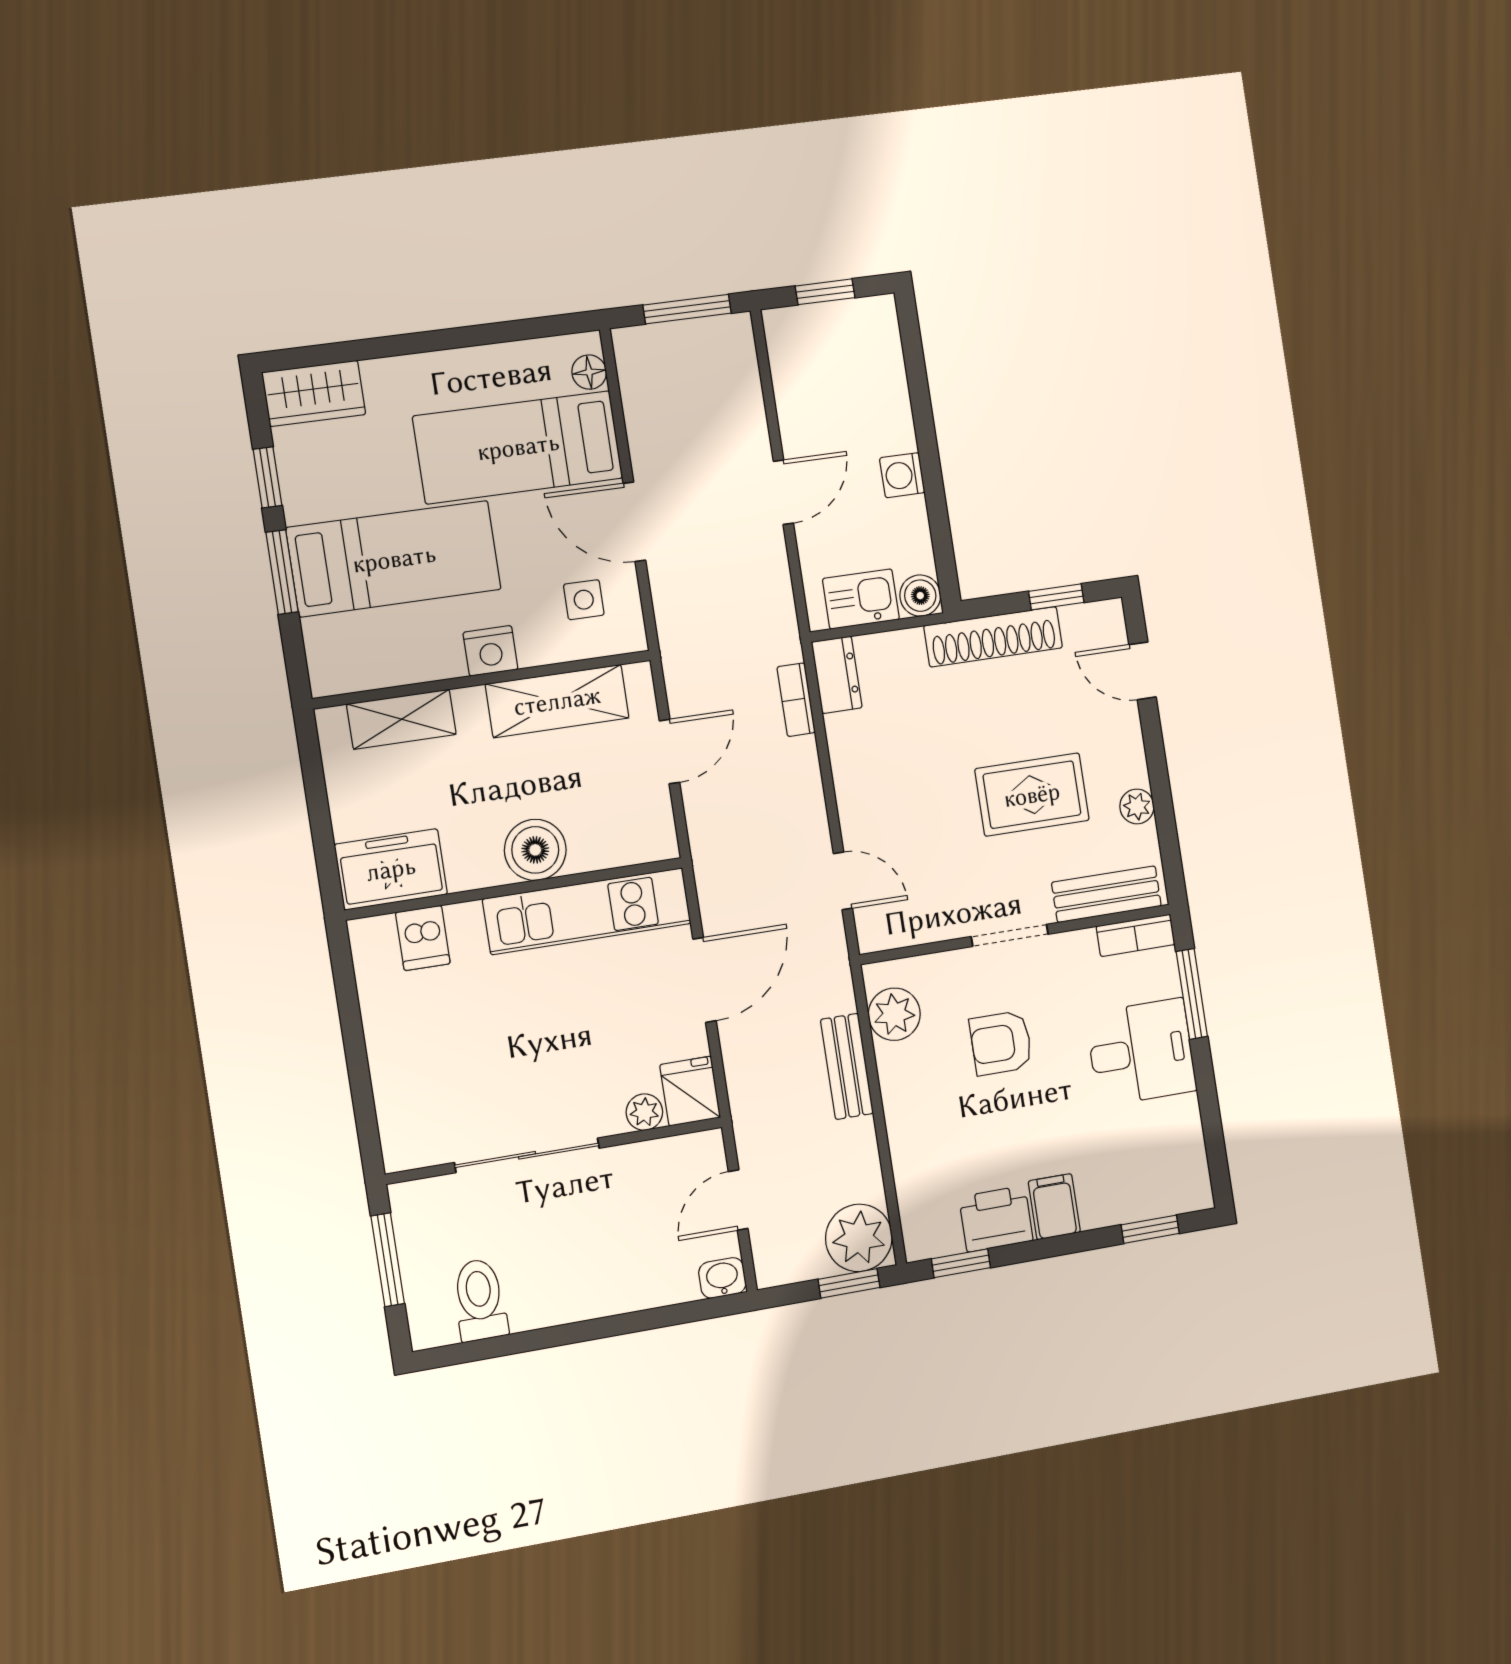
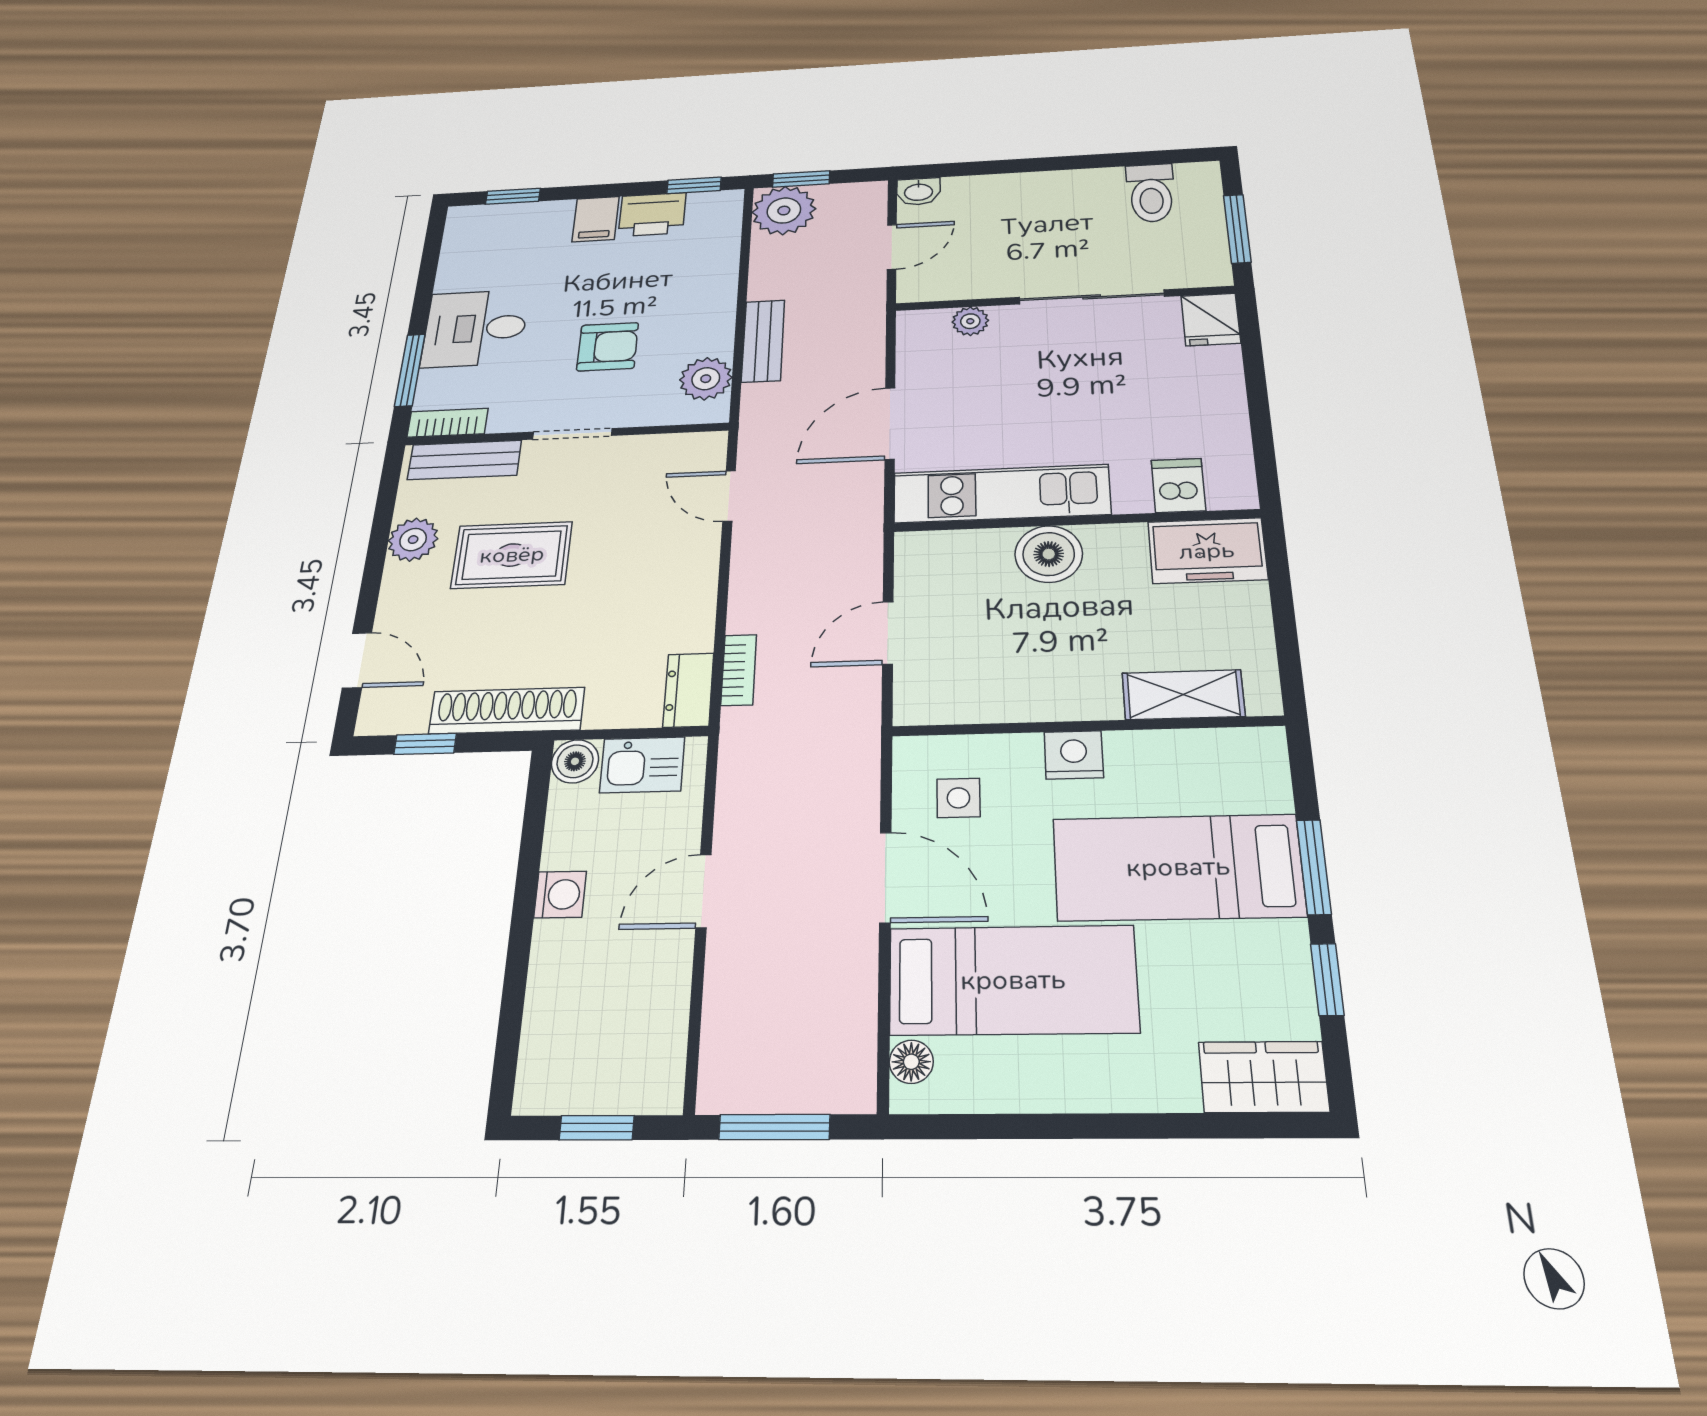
shelving: (557, 701) -> (1004, 695), removed
plant: (1137, 806) -> (413, 540), width x1.38, depth x1.38
fridge: (690, 1091) -> (1211, 319), moved

